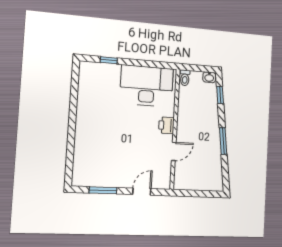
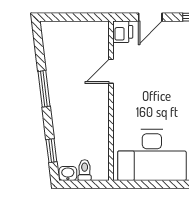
toilet: (185, 78) -> (85, 170), moved
printer: (166, 125) -> (123, 32), moved

